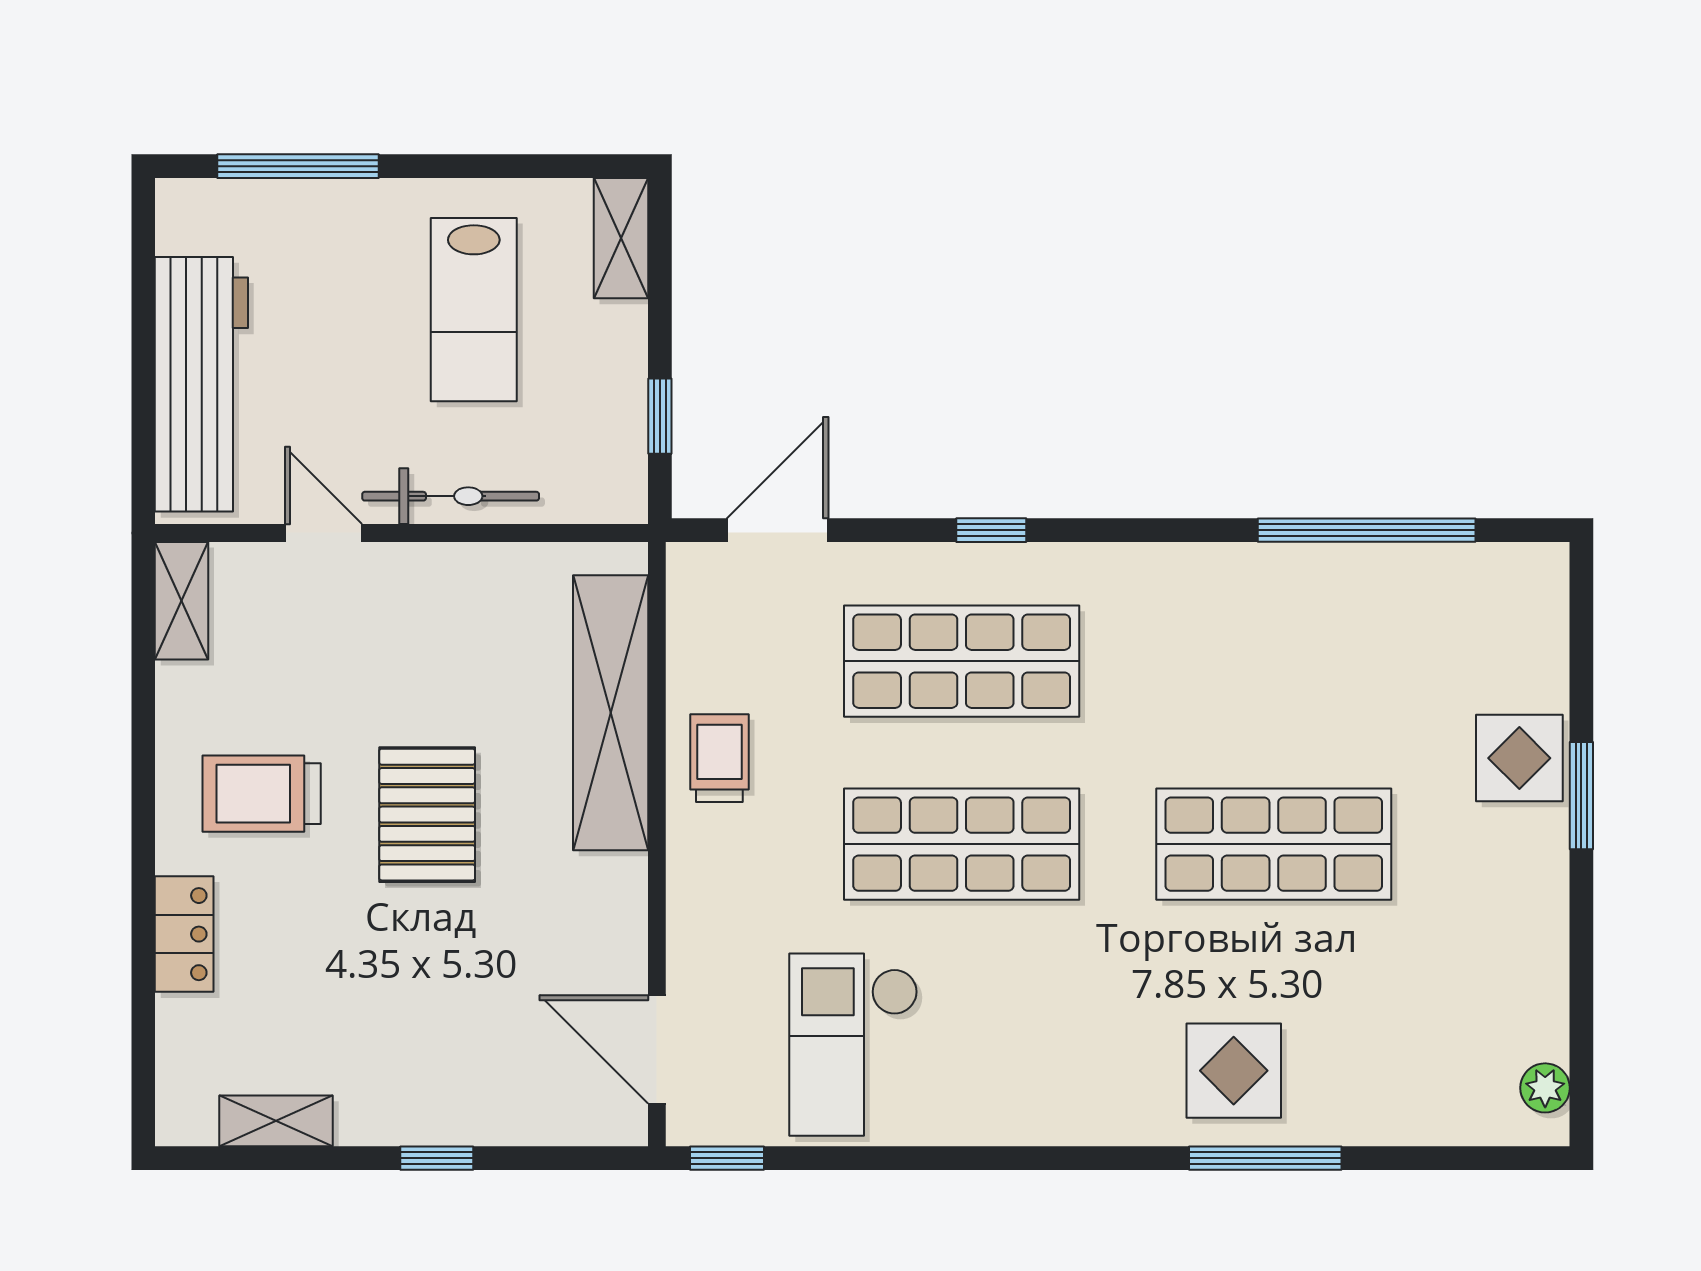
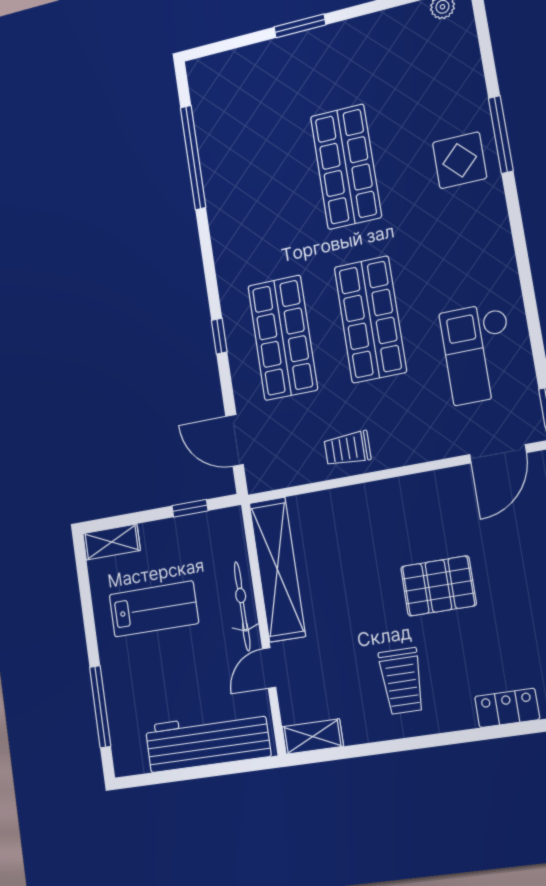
shelving: (611, 713) -> (277, 569), moved, turned 90
display table: (1519, 758) -> (287, 60), removed
pallet: (427, 815) -> (438, 586), moved
locker: (184, 934) -> (507, 708), moved
checkout: (854, 1045) -> (479, 353), turned 90

